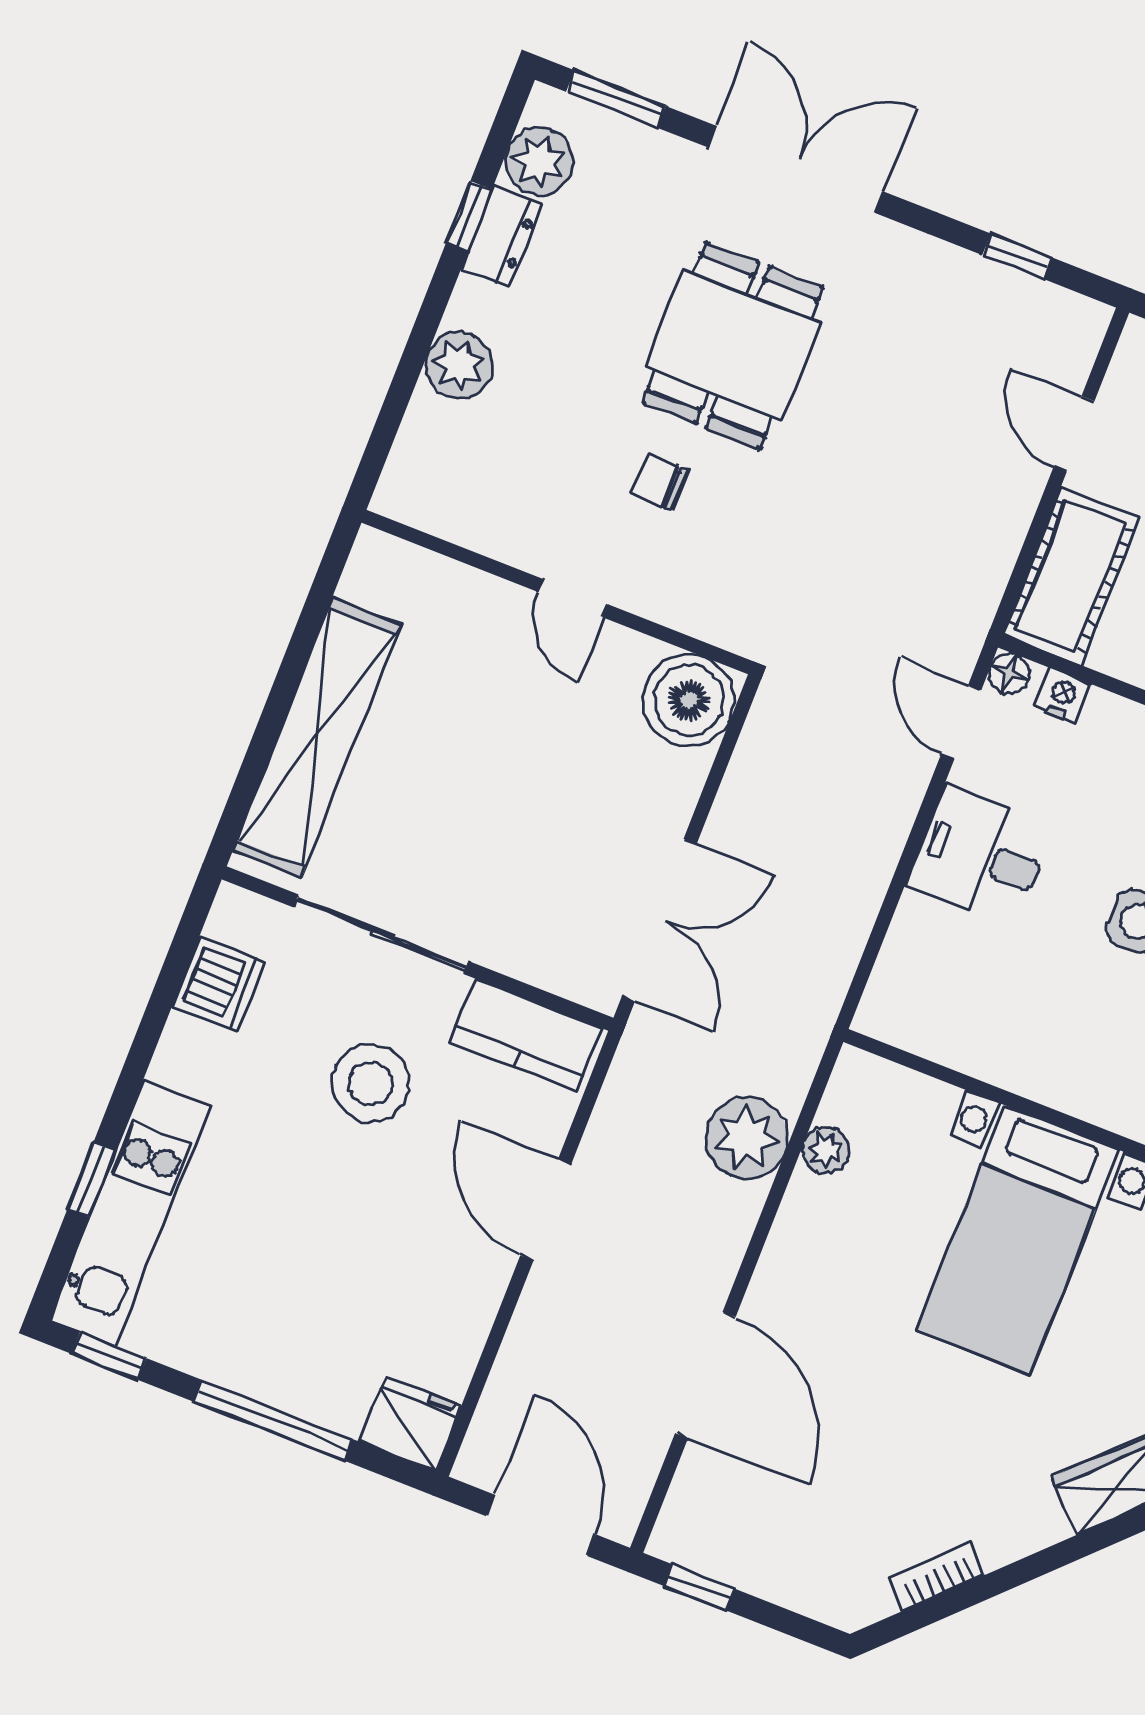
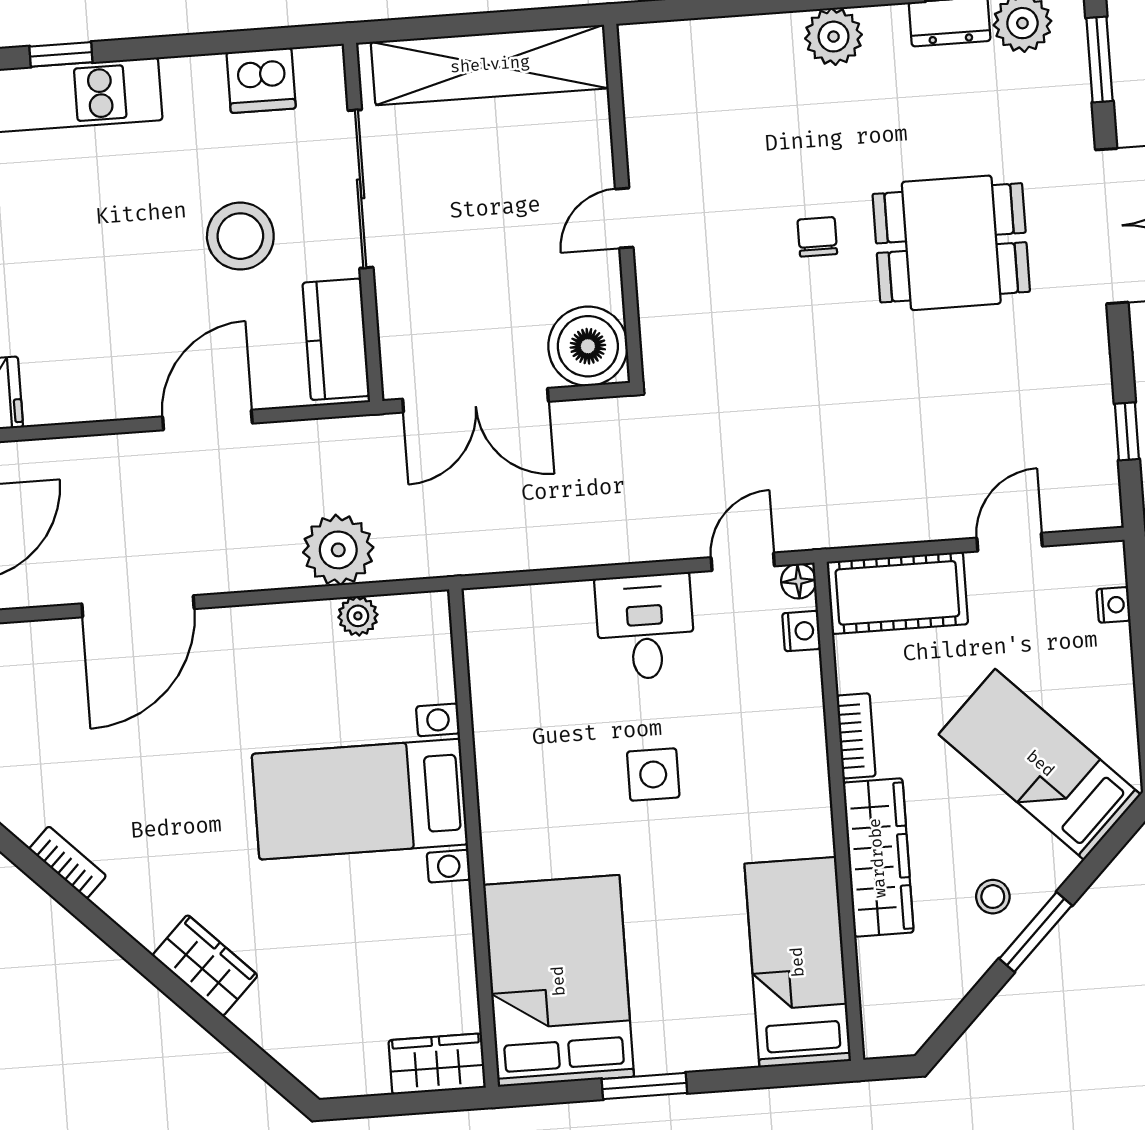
wall: (557, 592) -> (623, 203), moved
door: (573, 598) -> (624, 218), moved
boiler: (689, 700) -> (588, 346), moved

